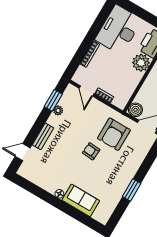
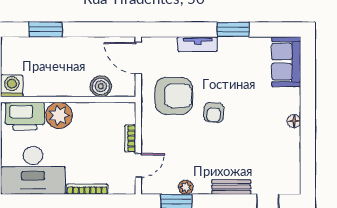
boiler: (135, 110) -> (101, 86), moved
tv unit: (135, 165) -> (197, 44), added
sofa: (81, 200) -> (286, 62), moved

